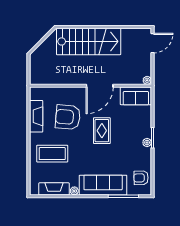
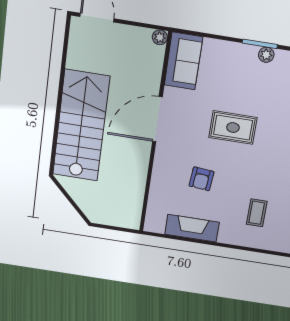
door: (100, 86) -> (157, 119), swing flipped
armchair: (68, 117) -> (201, 179), width x0.53, depth x0.53
coffee table: (52, 154) -> (257, 213), width x0.54, depth x0.58

